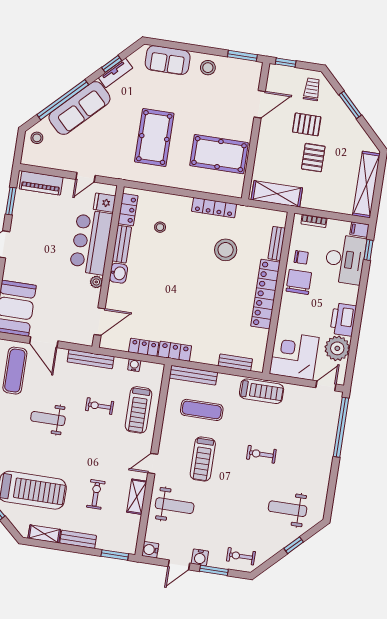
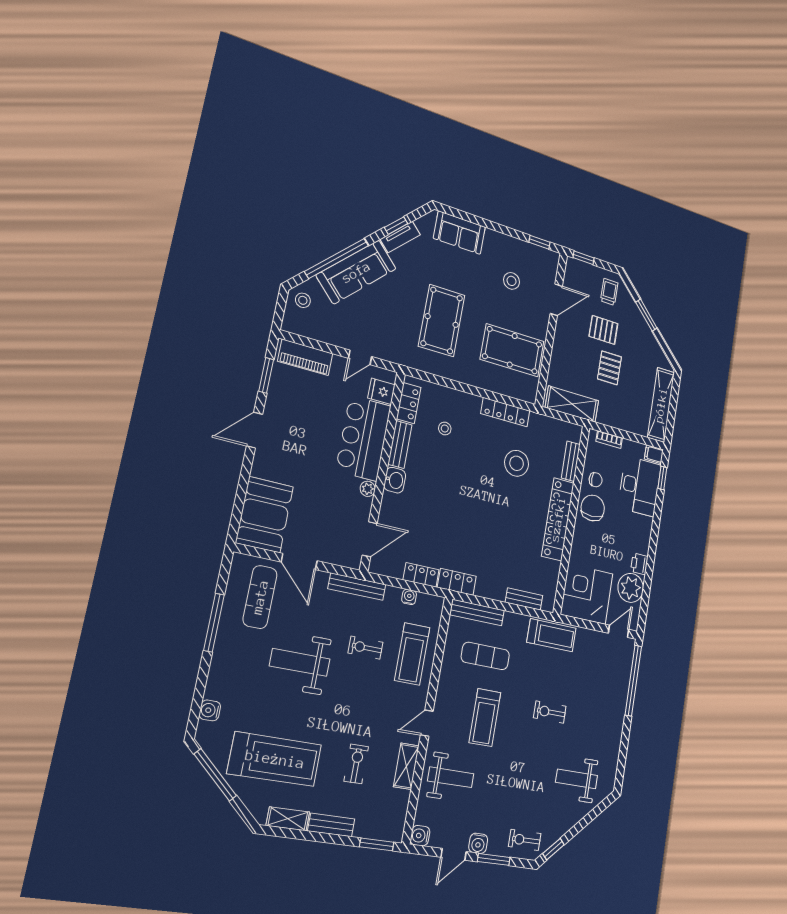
window: (242, 56) -> (539, 242), width x0.67
stool: (208, 68) -> (512, 281), moved
printer: (343, 320) -> (639, 564), width x0.53, depth x0.68
weight bench: (48, 419) -> (300, 662), width x1.36, depth x1.33
window: (294, 545) -> (553, 849), moved

